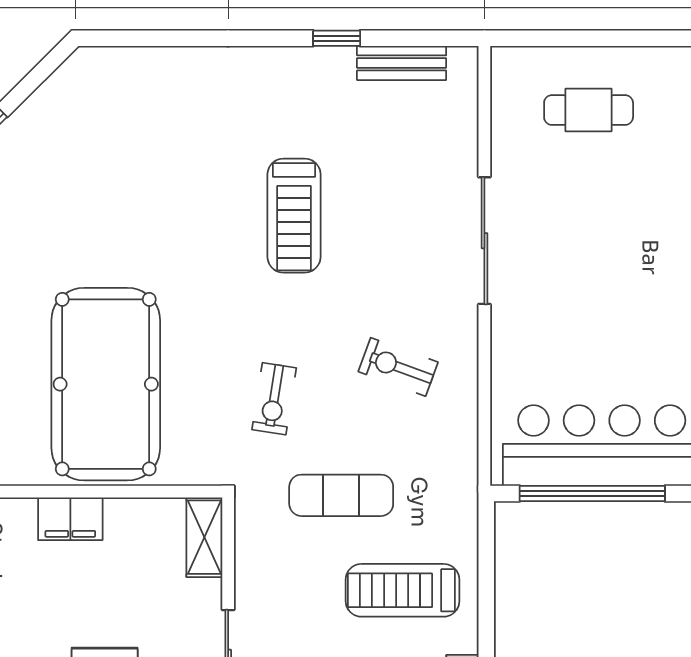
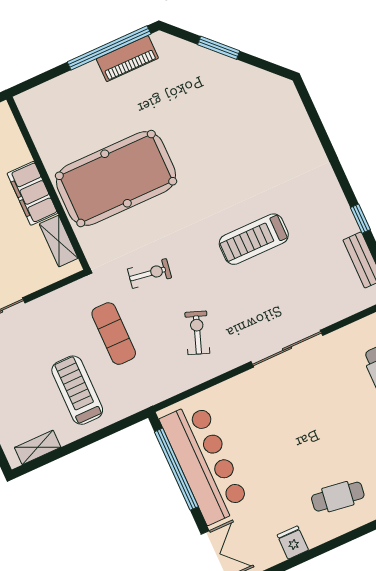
exercise bike: (274, 399) -> (150, 273), turned 180
filing cabinet: (70, 519) -> (32, 193), width x1.50, depth x1.17
shelving: (204, 537) -> (59, 241), moved, turned 90

